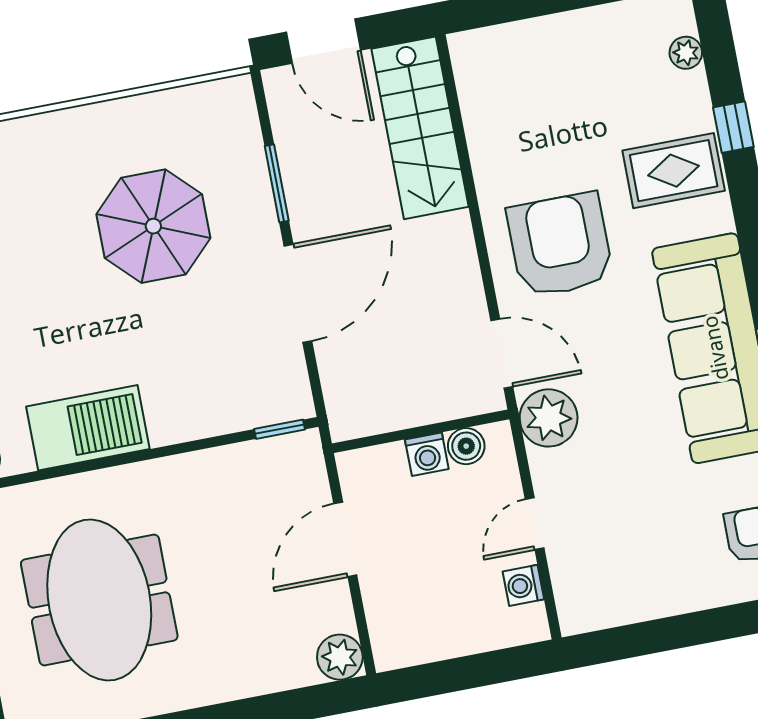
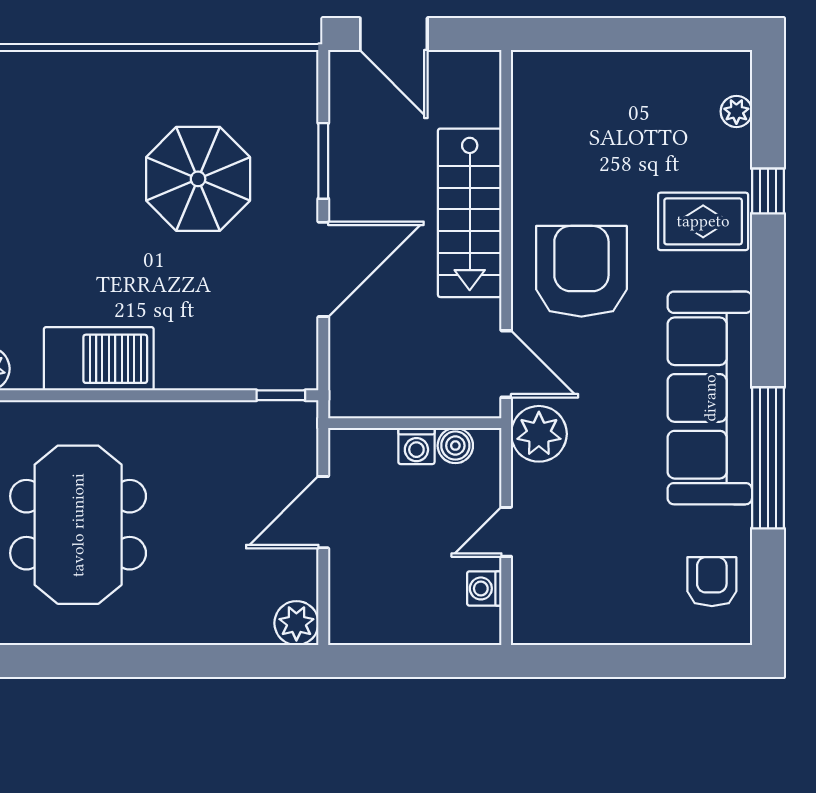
stairs: (420, 128) -> (470, 213), moved

